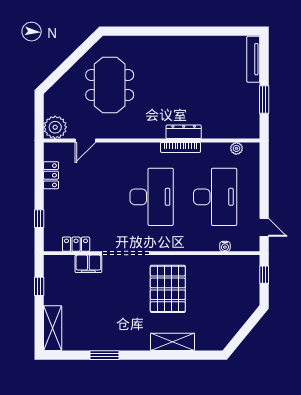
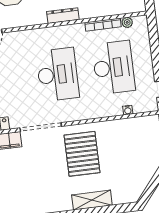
dresser: (184, 132) -> (63, 16), moved
bookcase: (181, 147) -> (103, 25), moved

